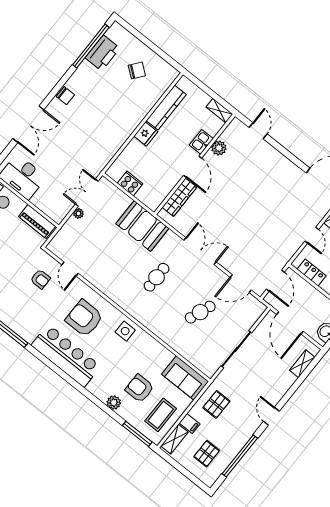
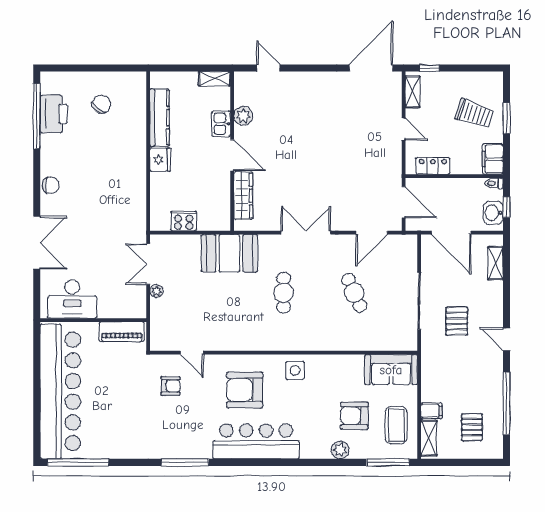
cafe table: (200, 312) -> (354, 293), turned -45
pallet: (216, 404) -> (457, 321), moved

